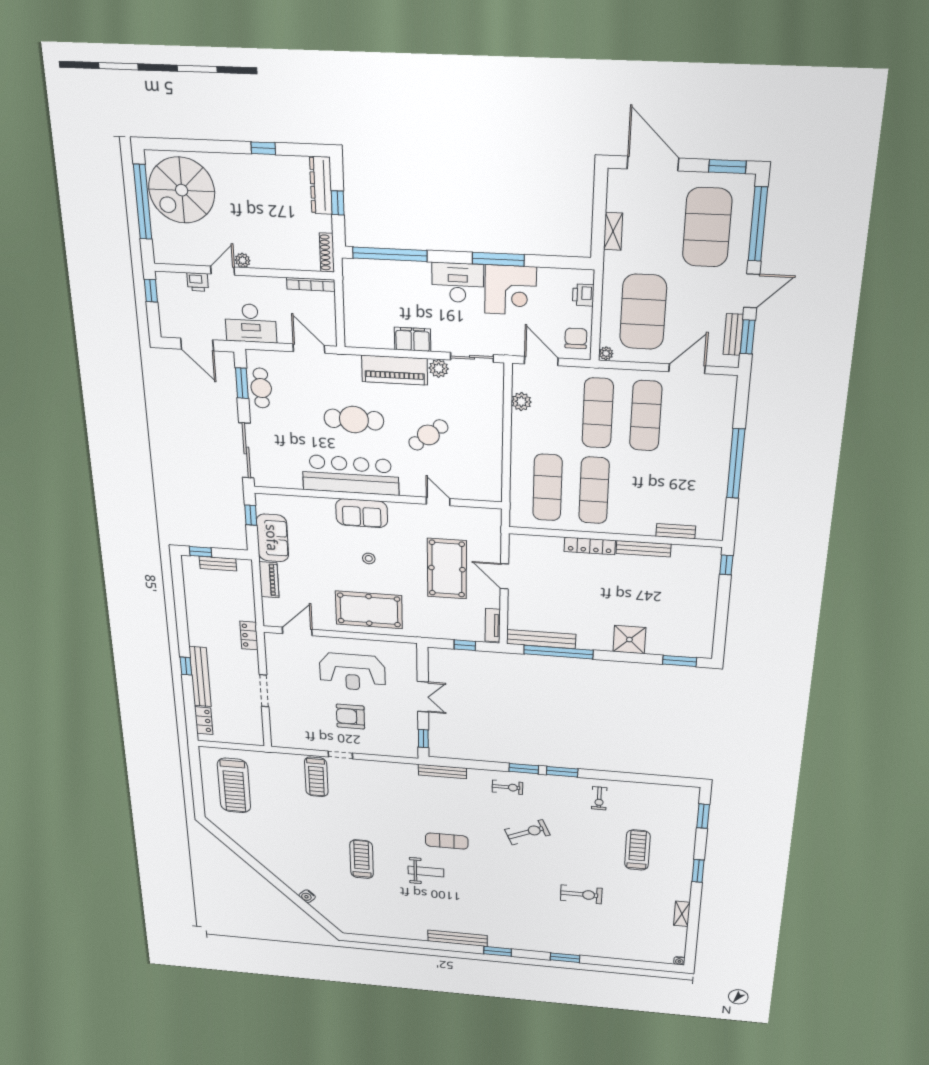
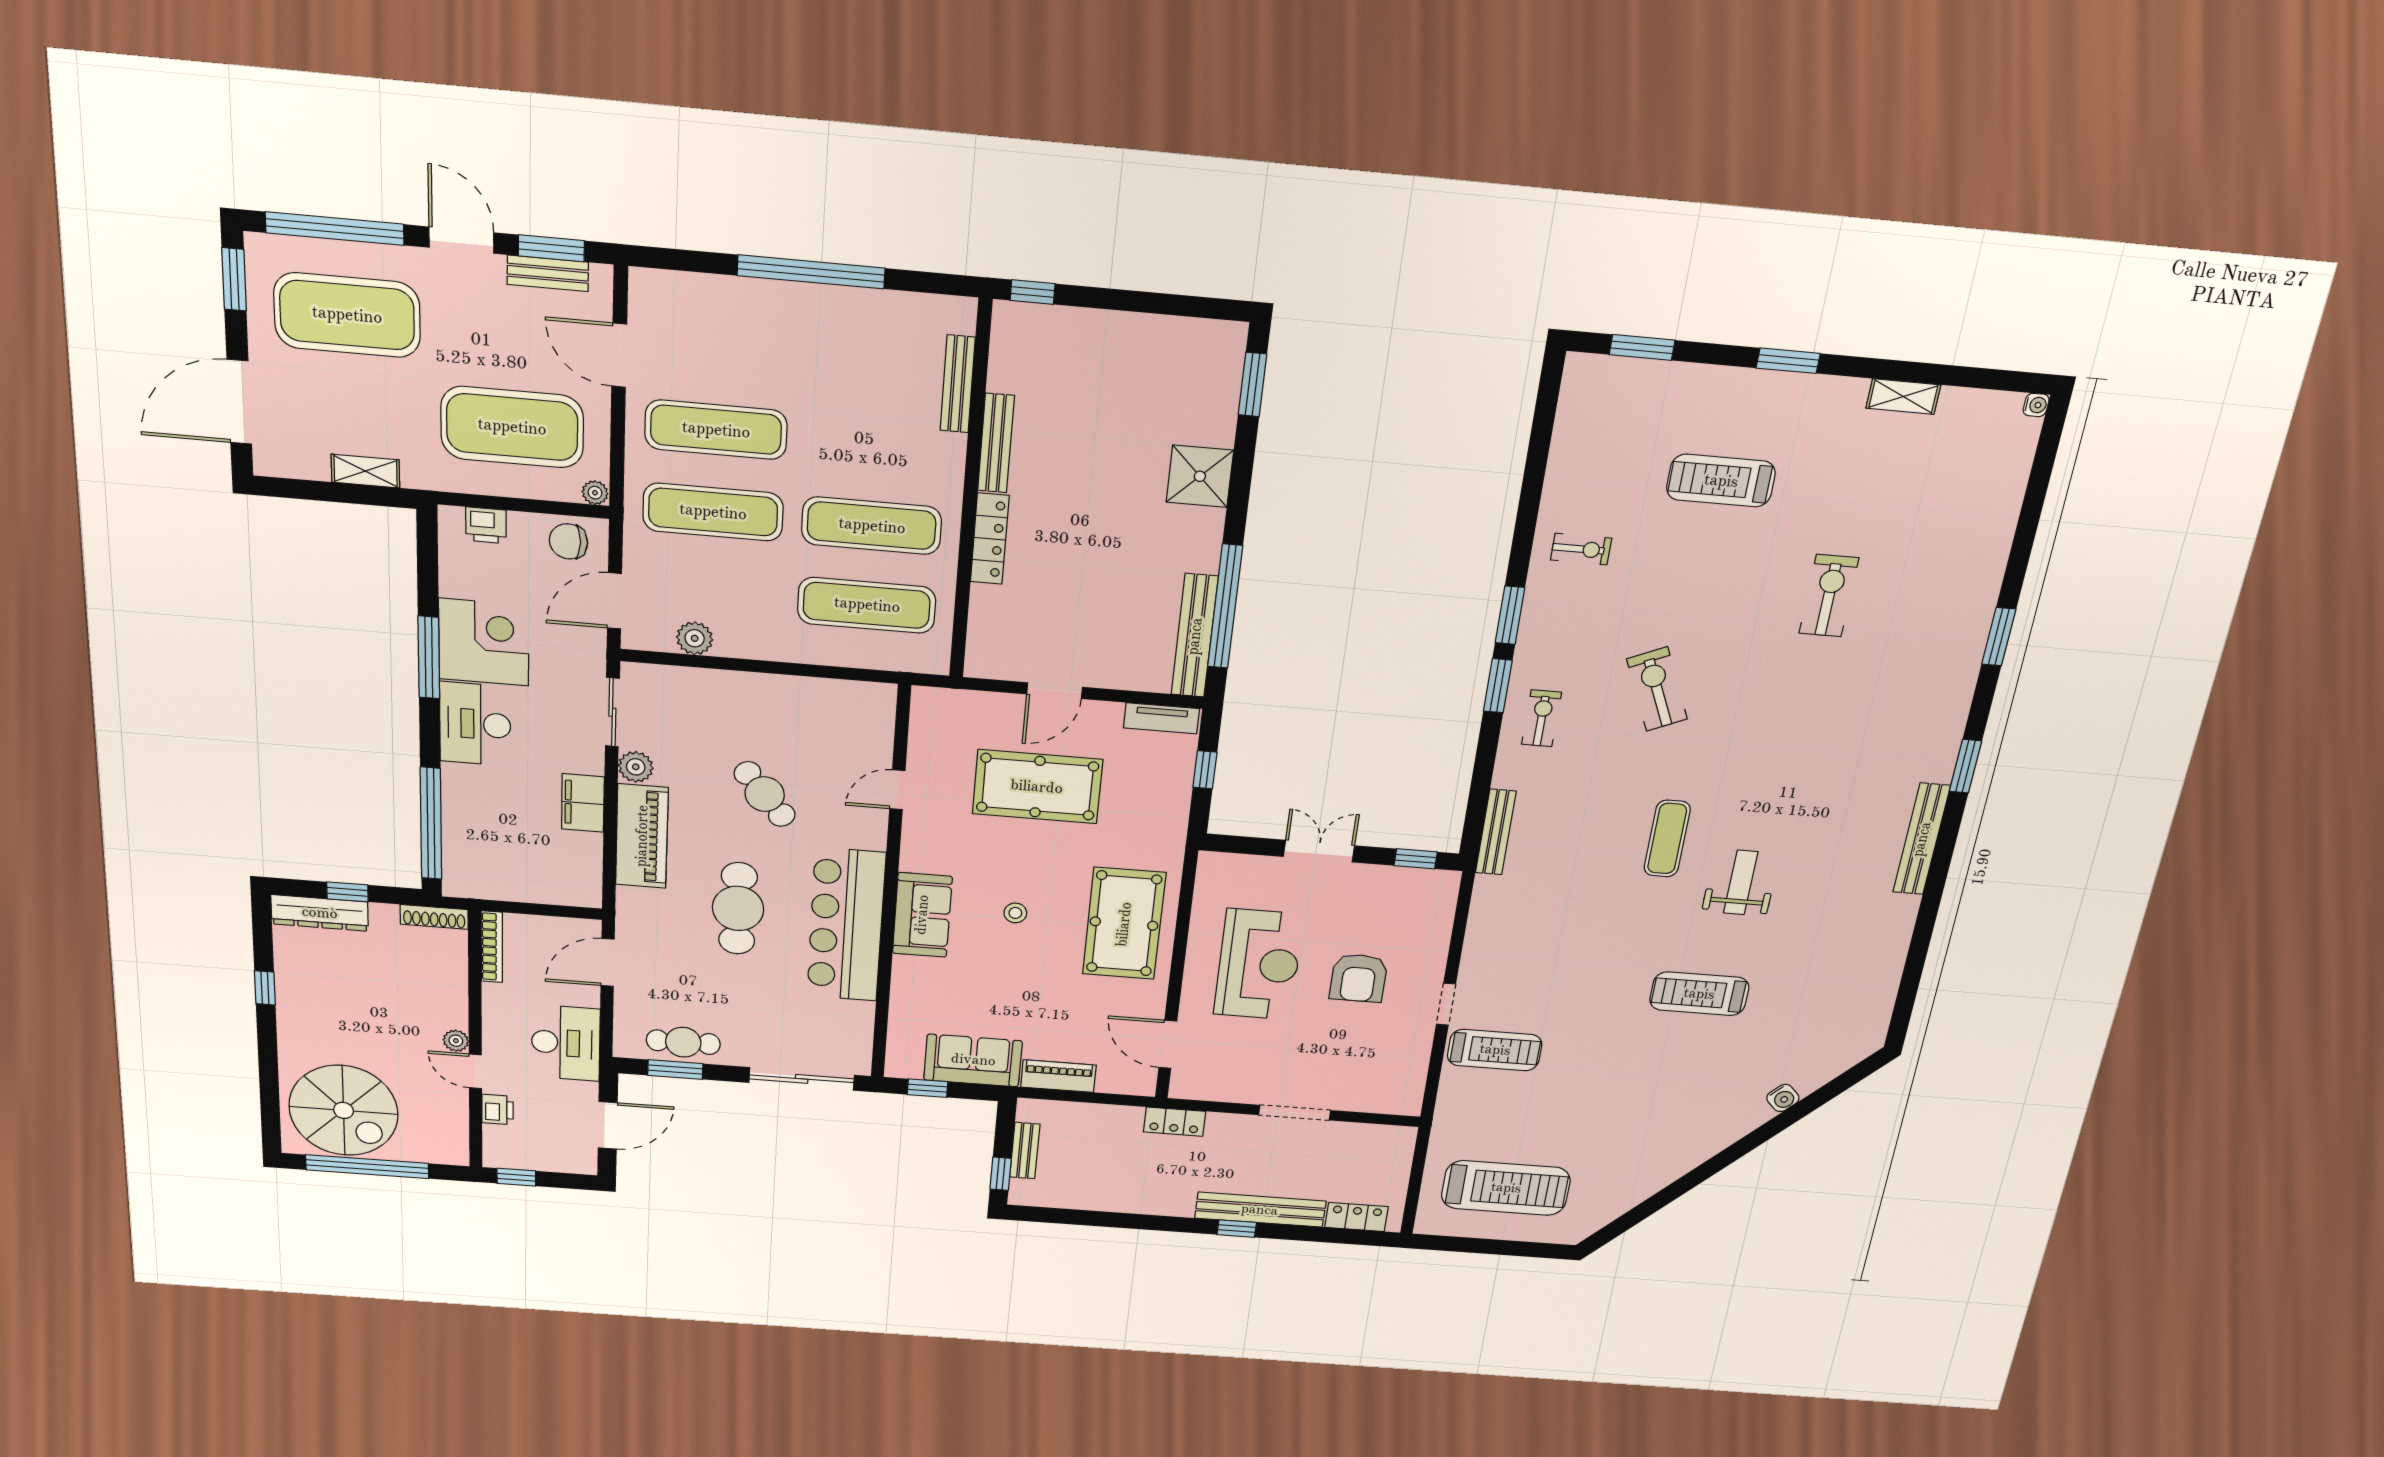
bench: (676, 531) -> (958, 384), width x1.36

